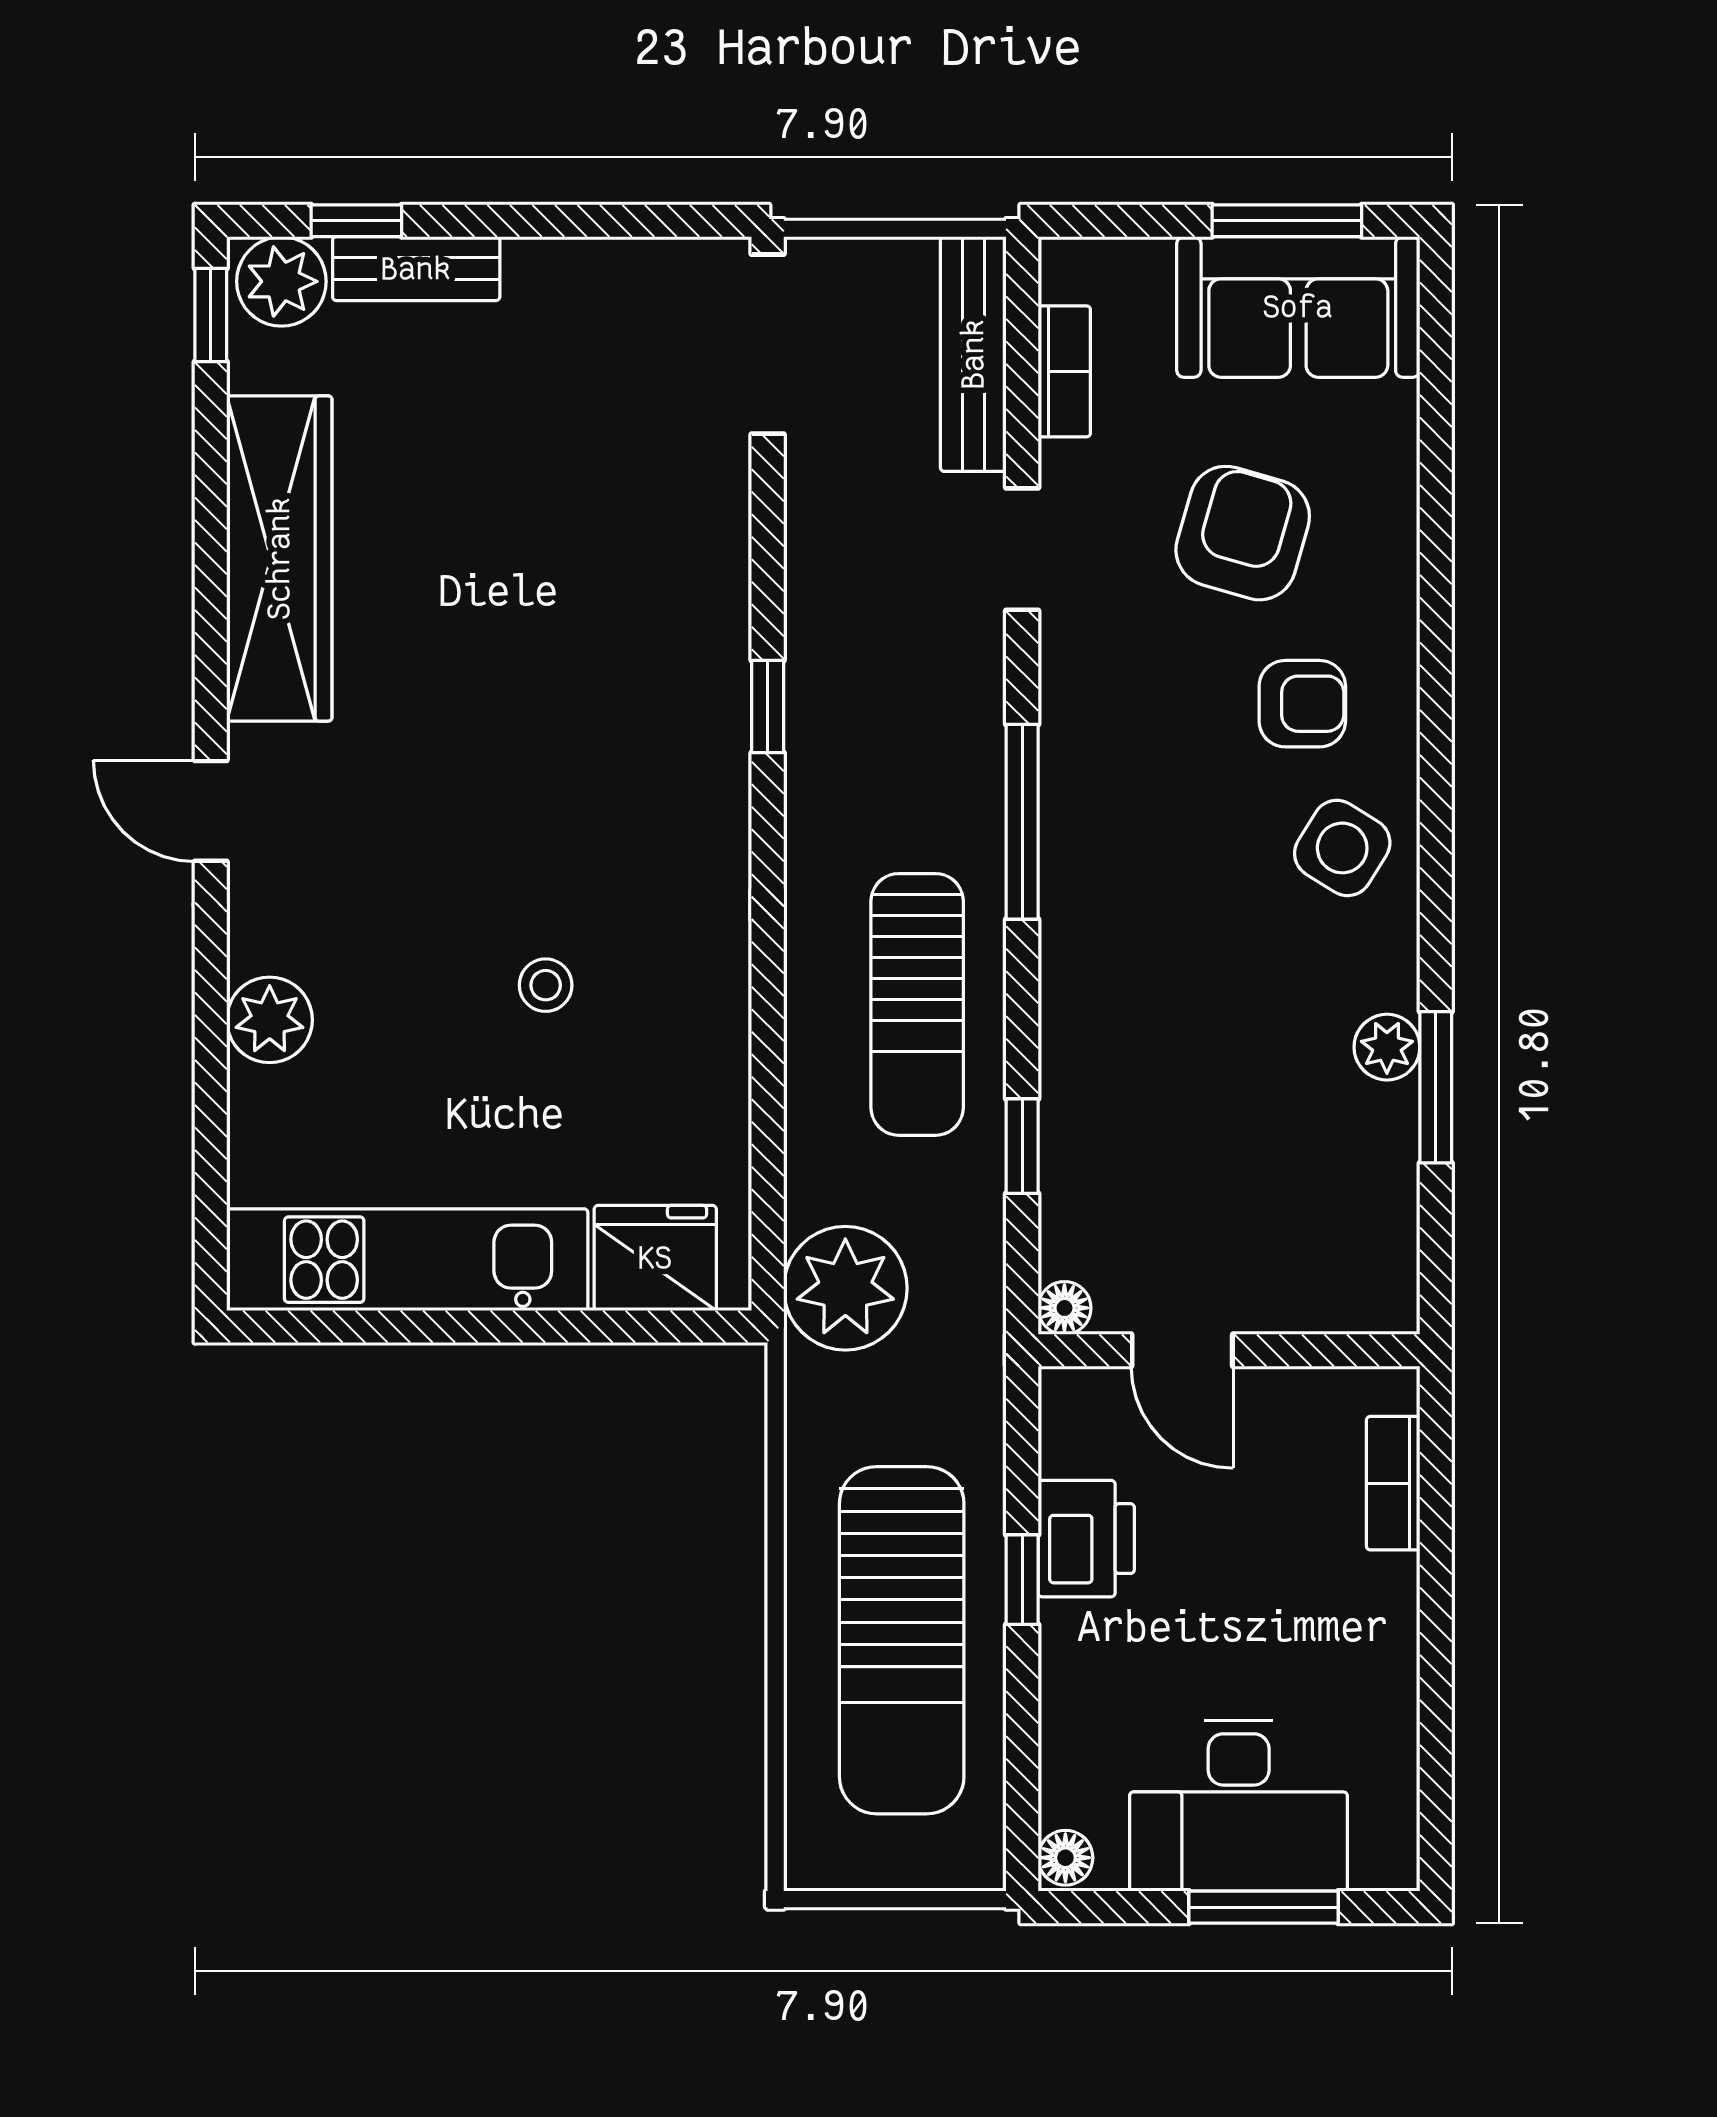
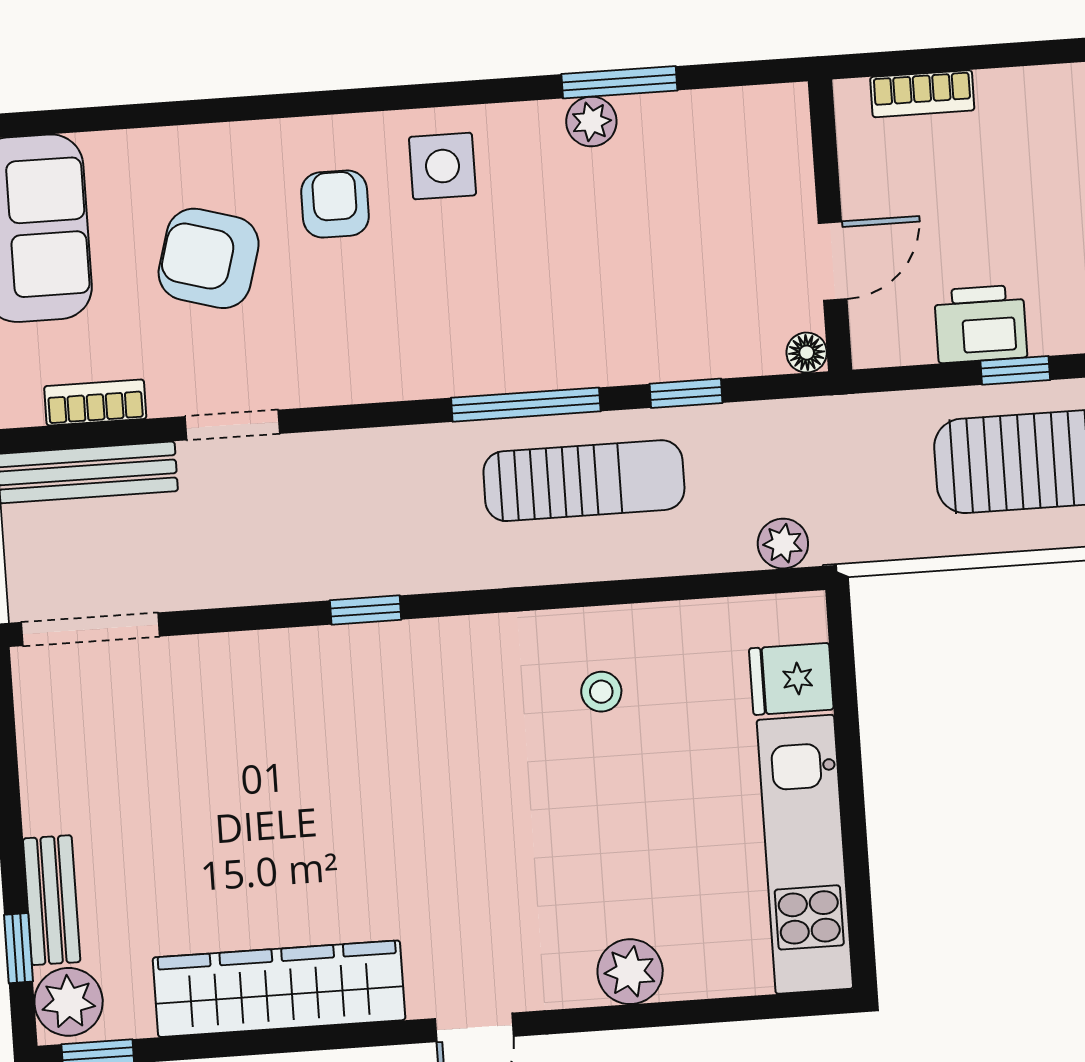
window: (1022, 822) -> (526, 405), moved
side table: (1342, 848) -> (443, 166), turned -32
stool: (546, 985) -> (601, 692), moved
fridge: (655, 1258) -> (791, 679), width x0.72
plant: (845, 1288) -> (783, 544), width x0.53, depth x0.53

